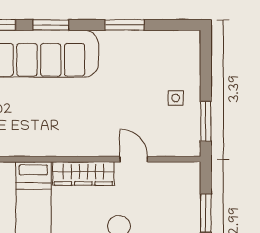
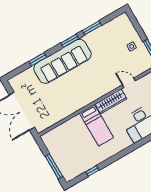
window: (51, 25) -> (70, 41), moved

